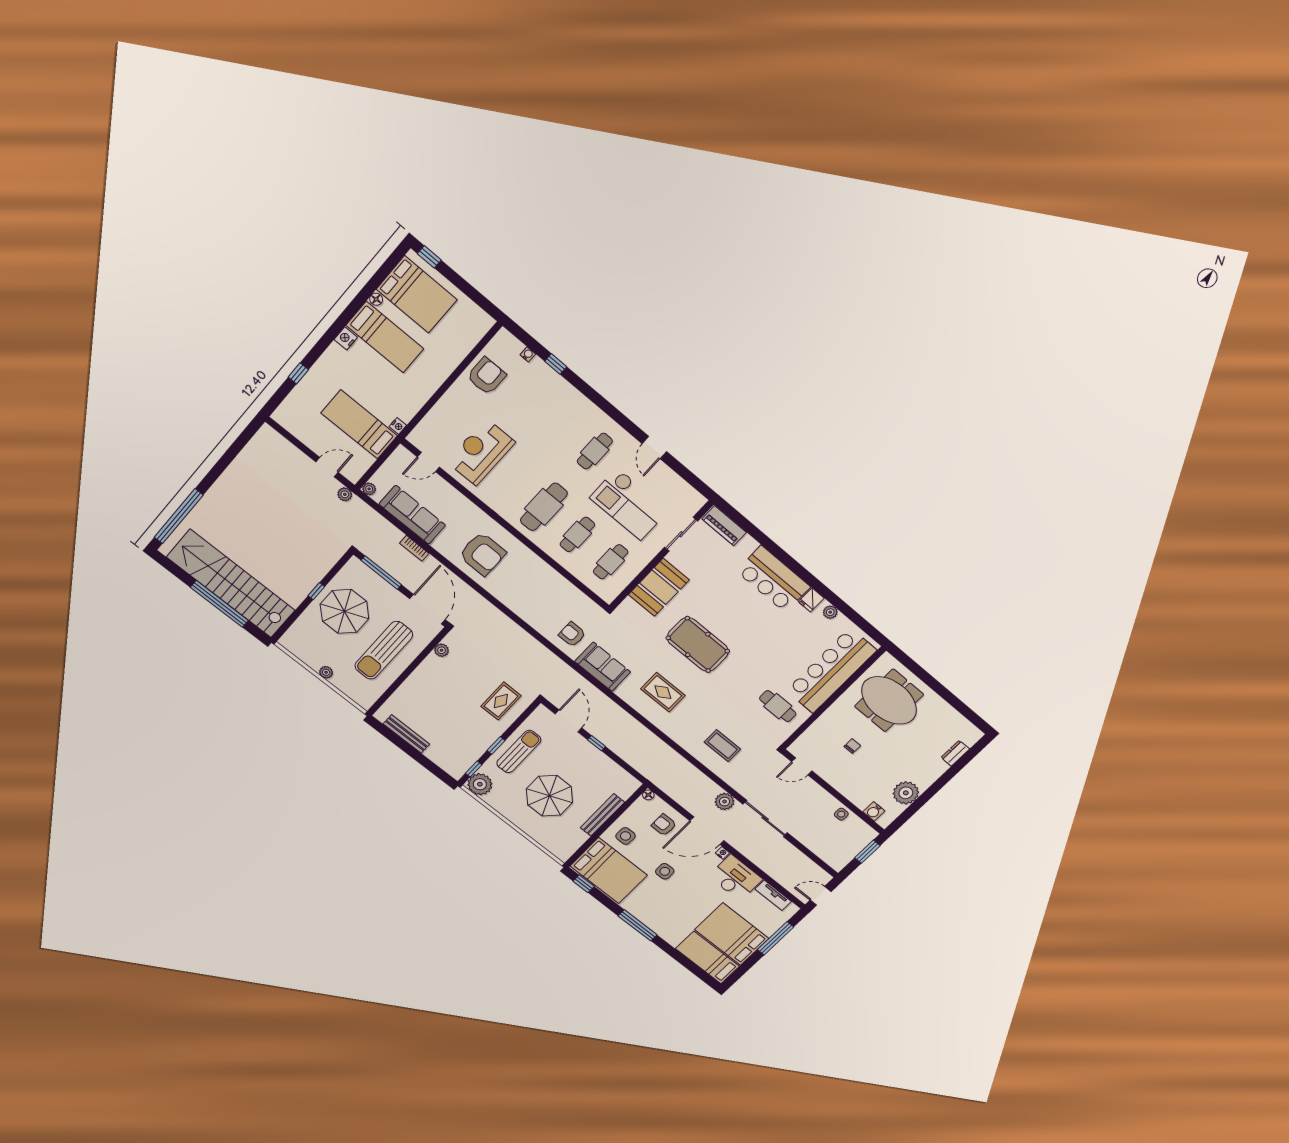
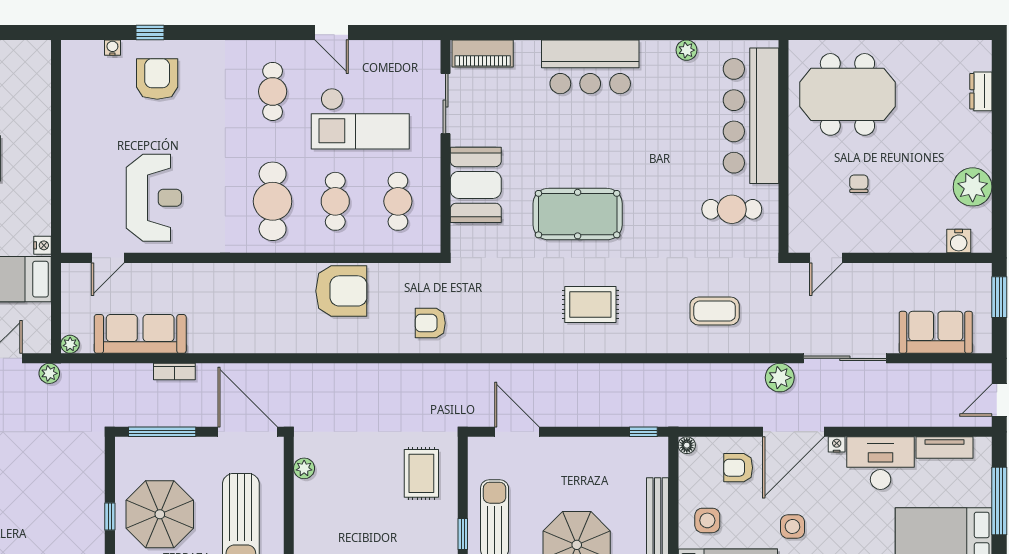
armchair: (486, 376) -> (157, 79), moved
reception desk: (481, 452) -> (154, 198), turned 180
armchair: (482, 554) -> (341, 291), moved
fridge: (811, 600) -> (653, 54), removed
sofa: (603, 667) -> (936, 332), moved
window: (597, 743) -> (643, 432), moved
side table: (841, 814) -> (925, 277), removed

